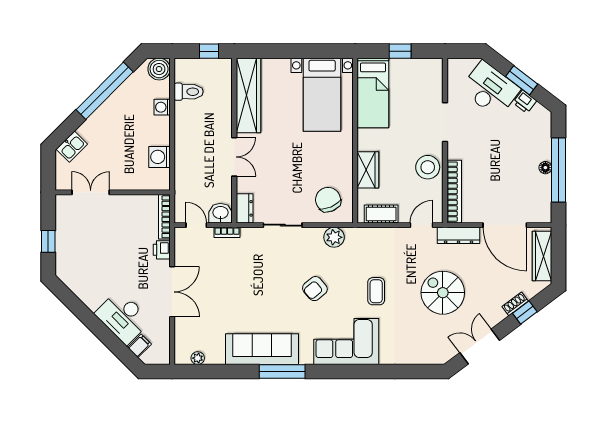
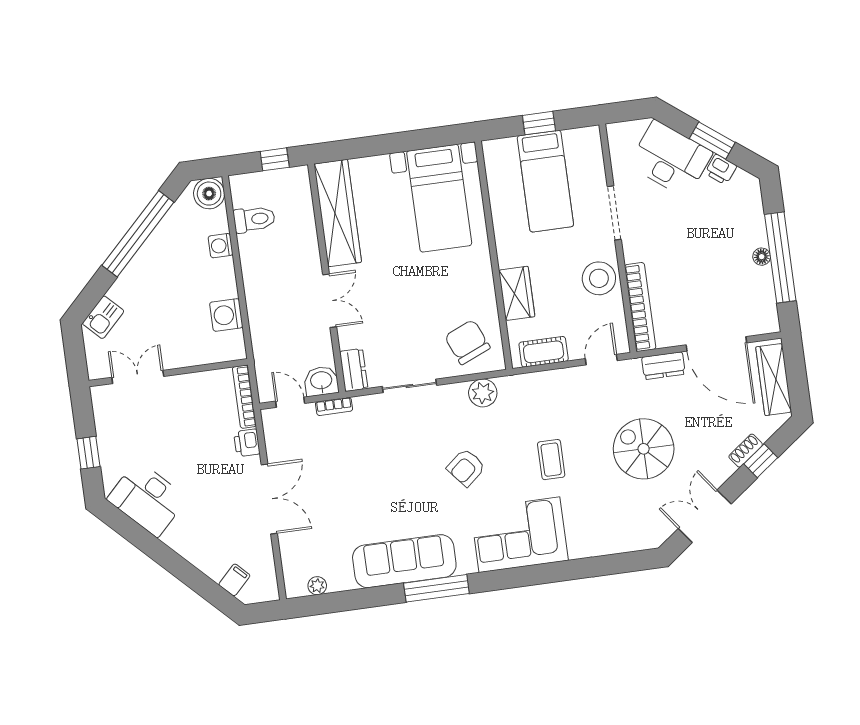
bed: (373, 93) -> (545, 181), moved
dresser: (459, 235) -> (663, 366), width x0.70
desk: (123, 317) -> (147, 499), moved

